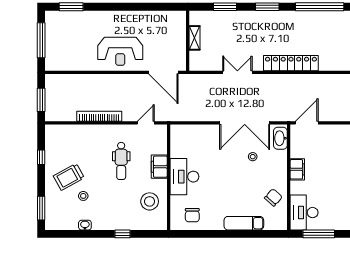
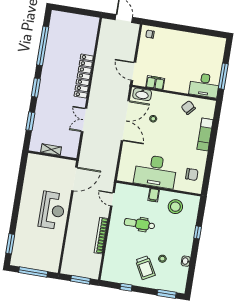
dental chair: (121, 161) -> (139, 224), turned 180
filing cabinet: (159, 167) -> (154, 195), width x0.50
filing cabinet: (297, 169) -> (155, 83), moved
desk: (184, 177) -> (155, 171), width x1.36, depth x1.30

